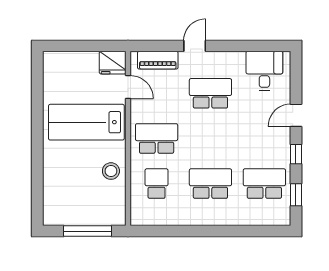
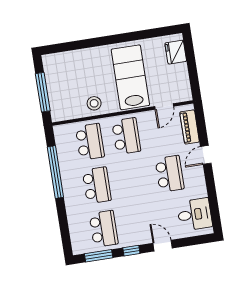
door: (195, 46) -> (206, 155), swing flipped
fridge: (113, 63) -> (176, 52), moved
school desk: (157, 184) -> (90, 142), width x1.85
window: (296, 195) -> (99, 256), width x1.50
window: (187, 231) -> (55, 172), added

